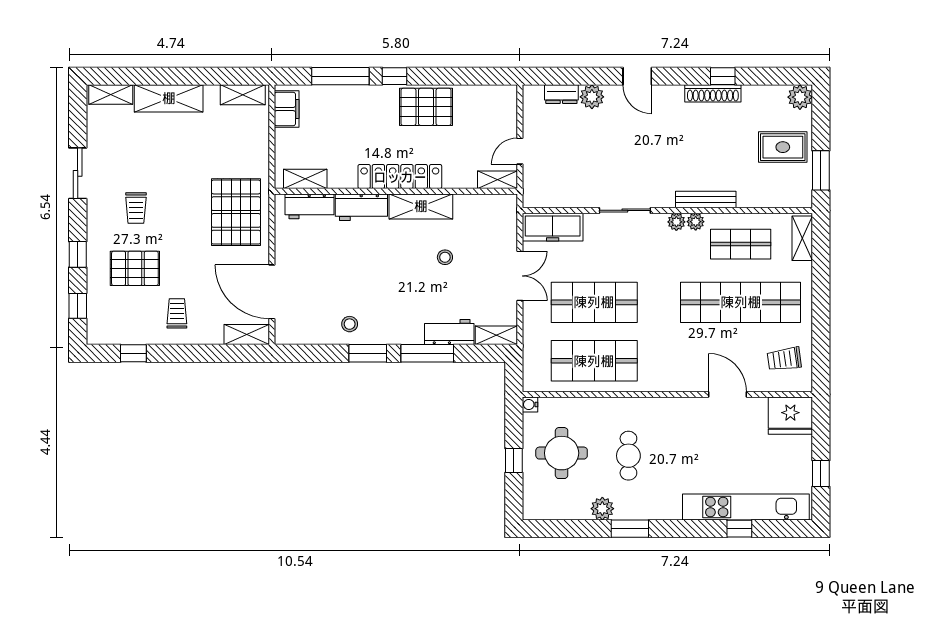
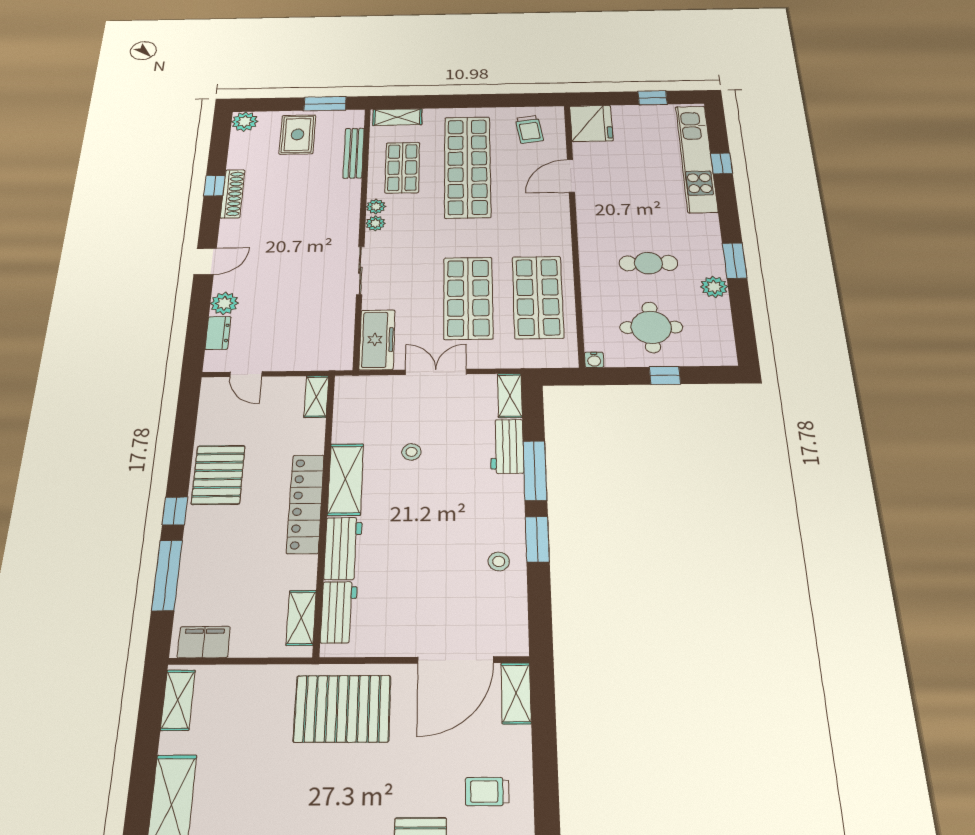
door: (520, 151) -> (246, 374), moved
bench: (706, 199) -> (354, 153), moved

